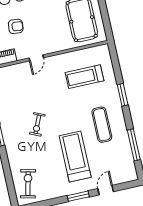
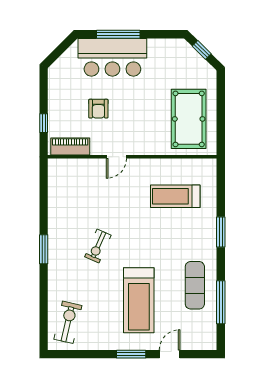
armchair: (16, 26) -> (98, 109), turned 84
exercise mat: (102, 125) -> (195, 285), moved
treadmill: (75, 157) -> (139, 300), turned 180

